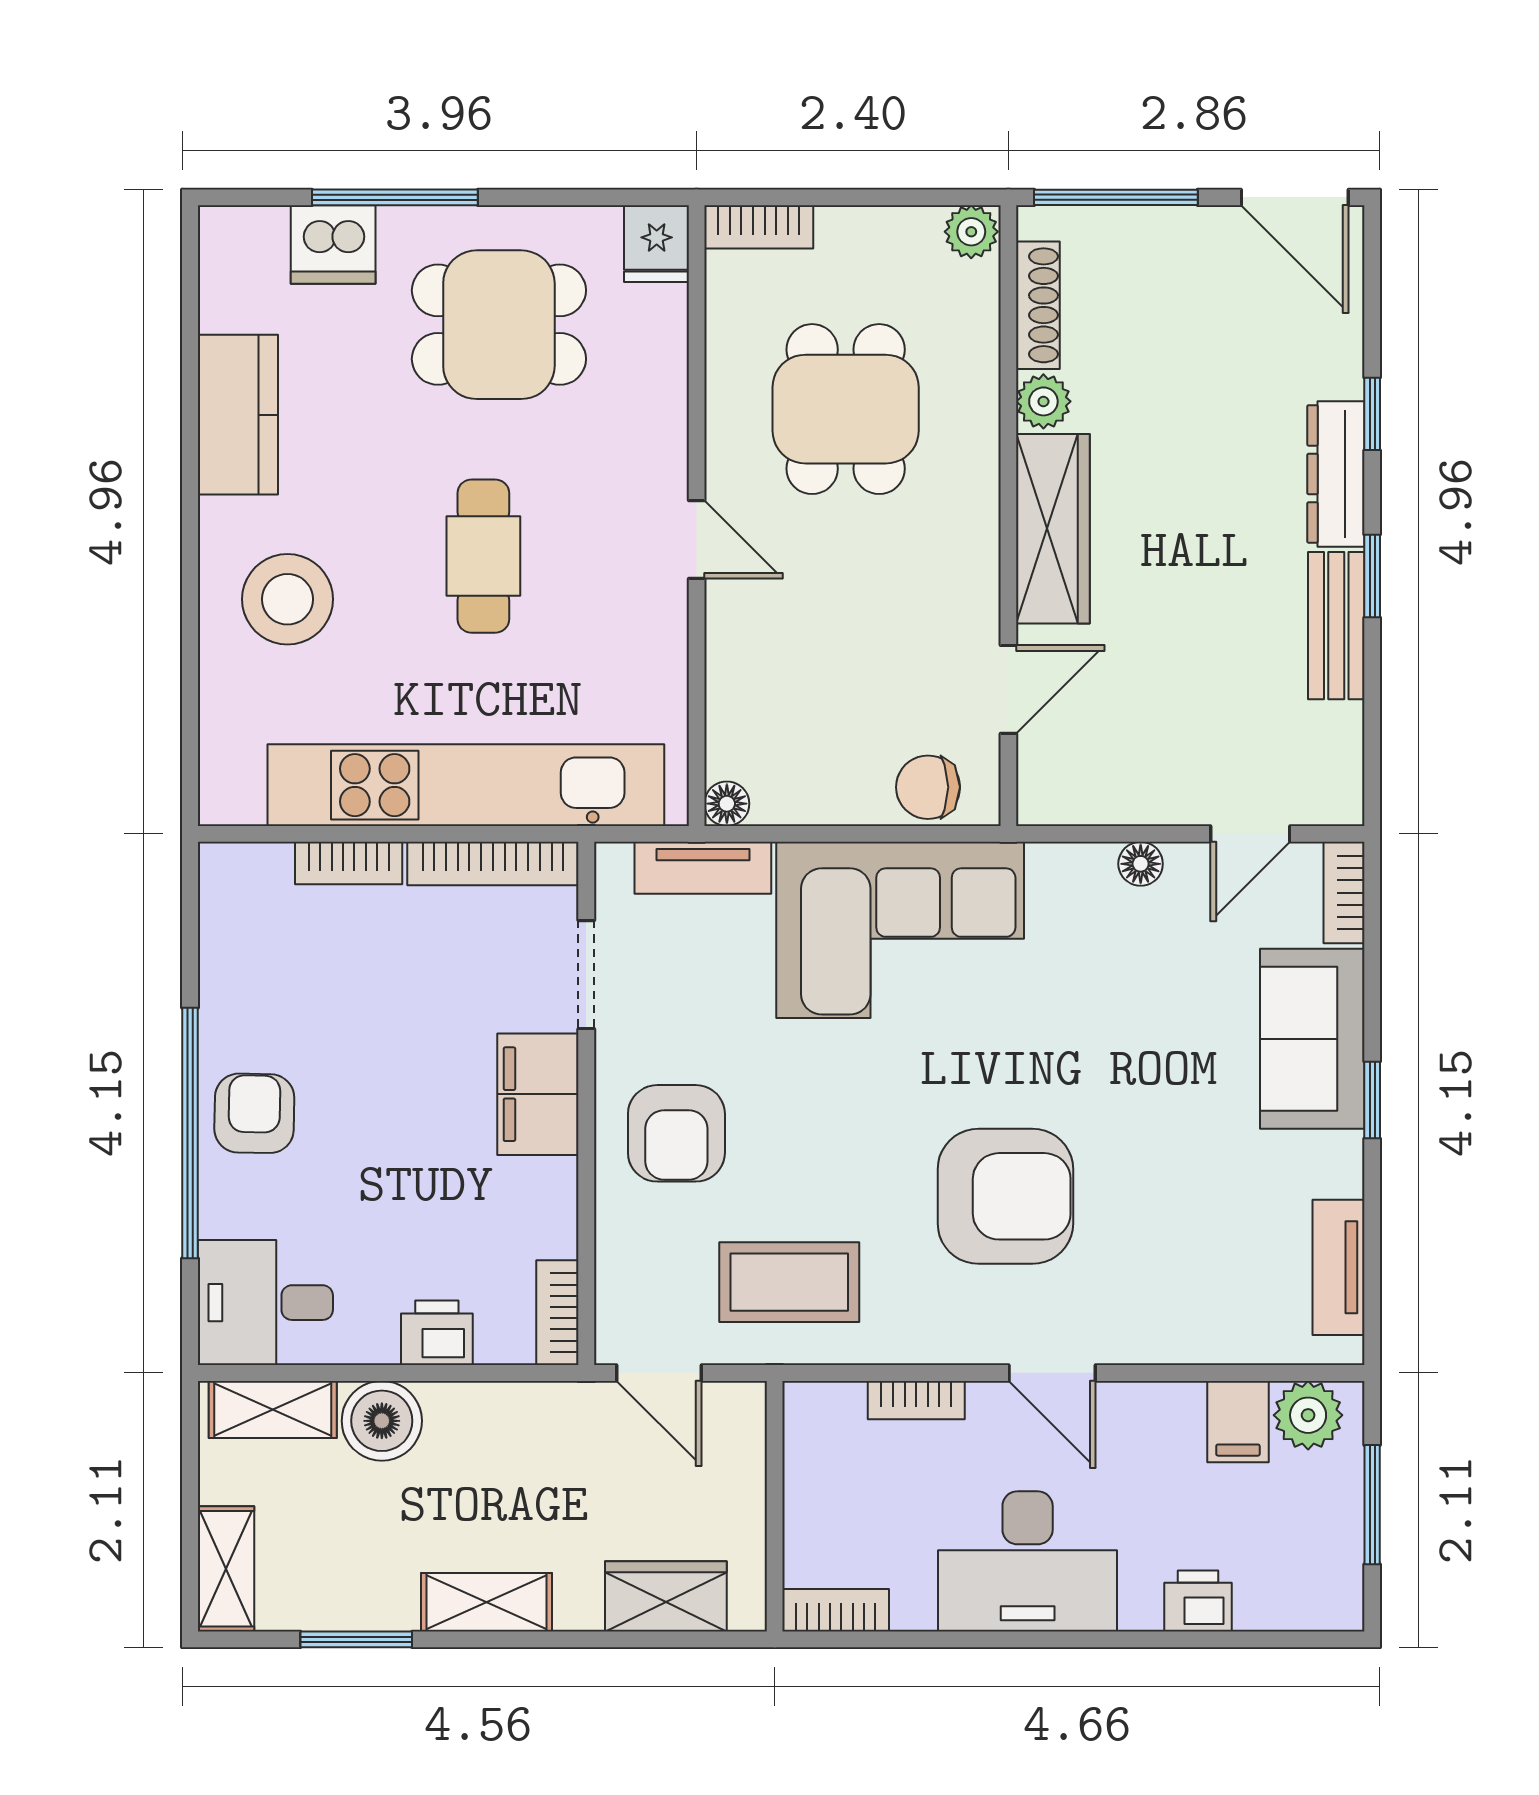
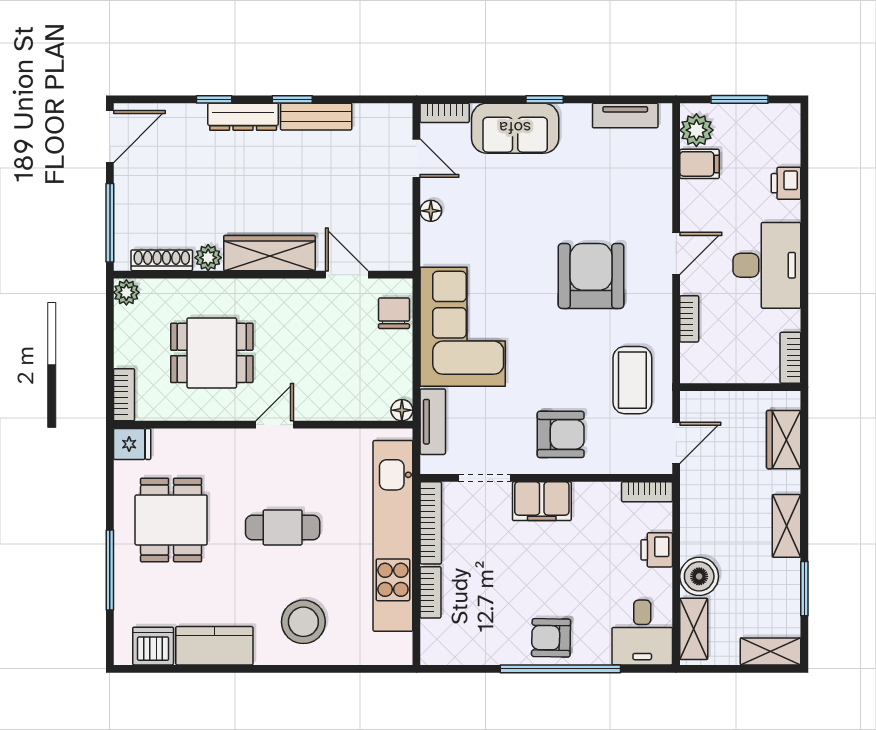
dishwasher: (333, 245) -> (153, 646), moved, turned -90
chair: (928, 787) -> (394, 313), turned 180

